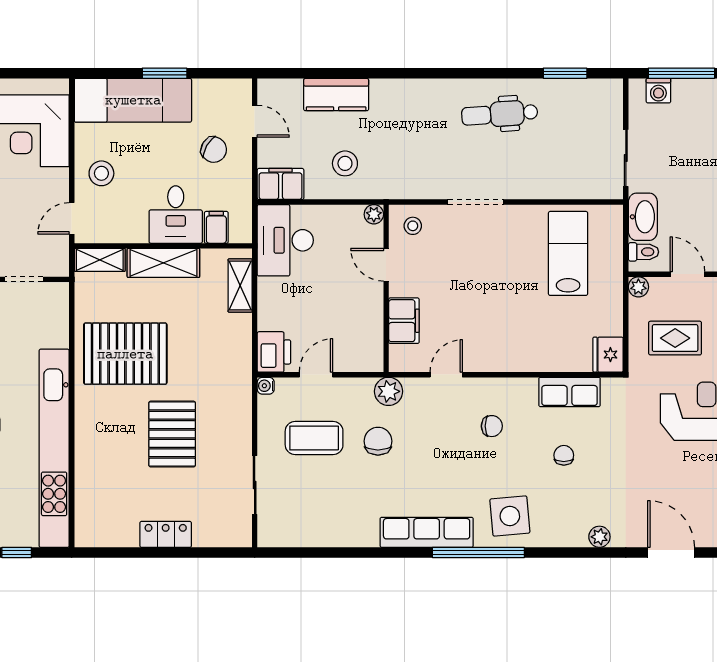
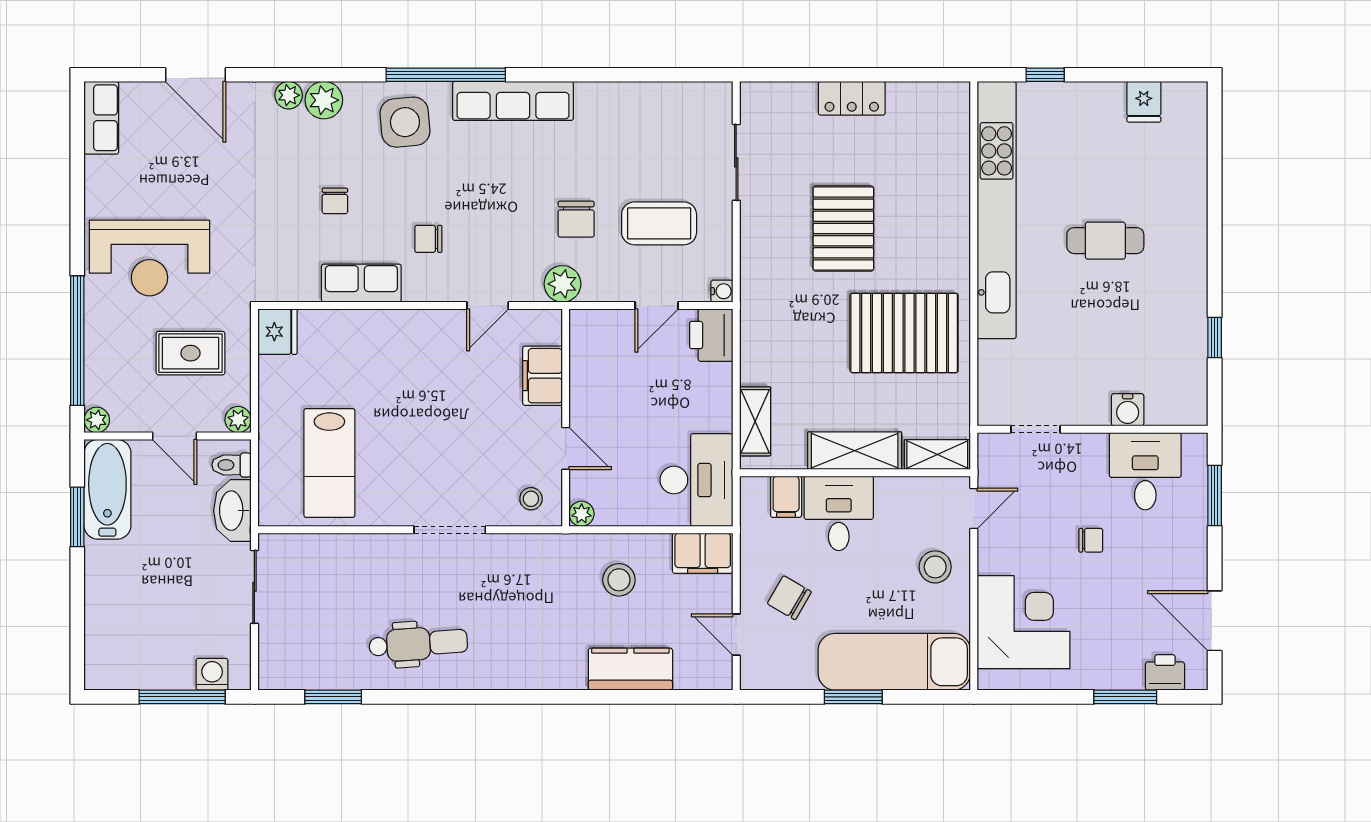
row of seats: (570, 392) -> (361, 283), moved
plant: (572, 533) -> (324, 100), added

